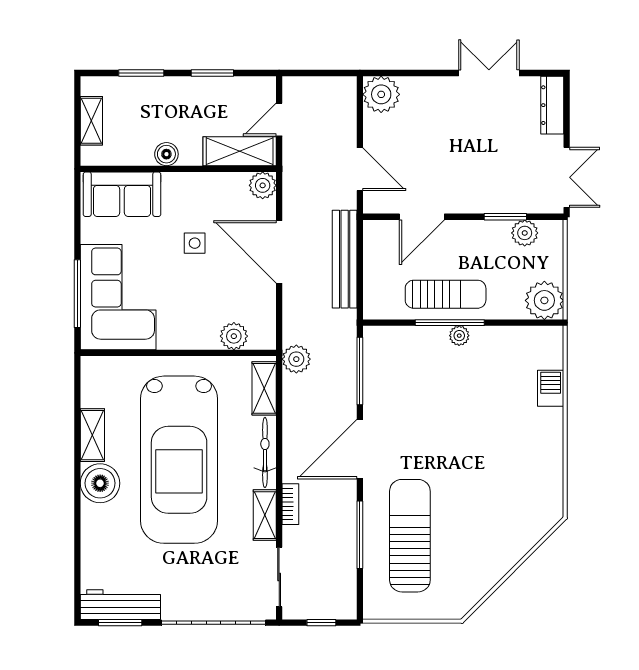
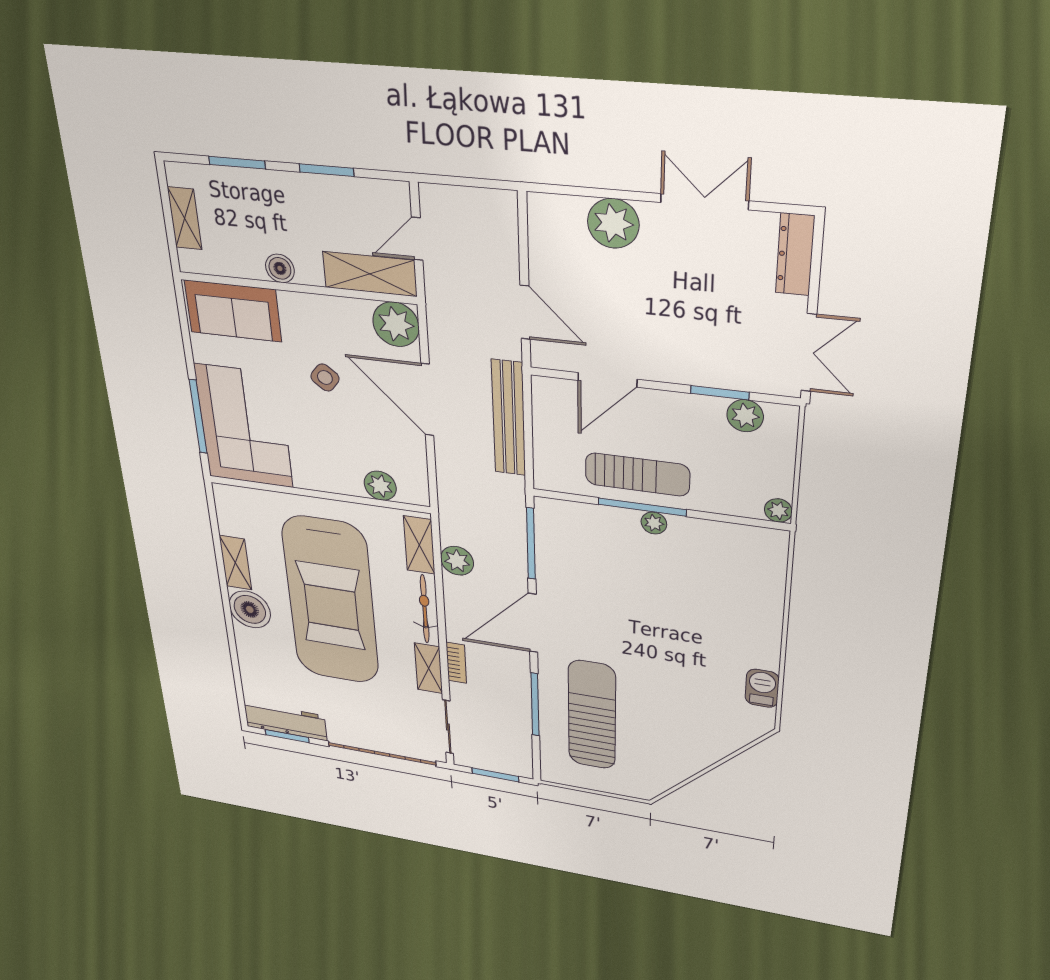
plant: (381, 94) -> (613, 223), moved
plant: (263, 185) -> (396, 324), width x1.36, depth x1.36
side table: (195, 243) -> (325, 377), turned 38
plant: (544, 300) -> (778, 510), width x0.53, depth x0.53
plant: (296, 359) -> (457, 561), moved
barbecue: (551, 388) -> (762, 688), moved
window: (321, 623) -> (495, 775), width x1.50

